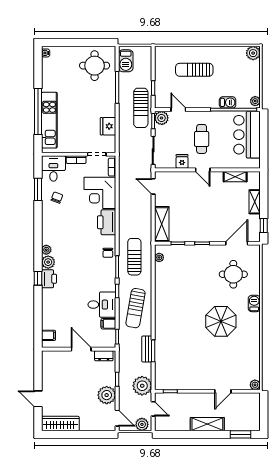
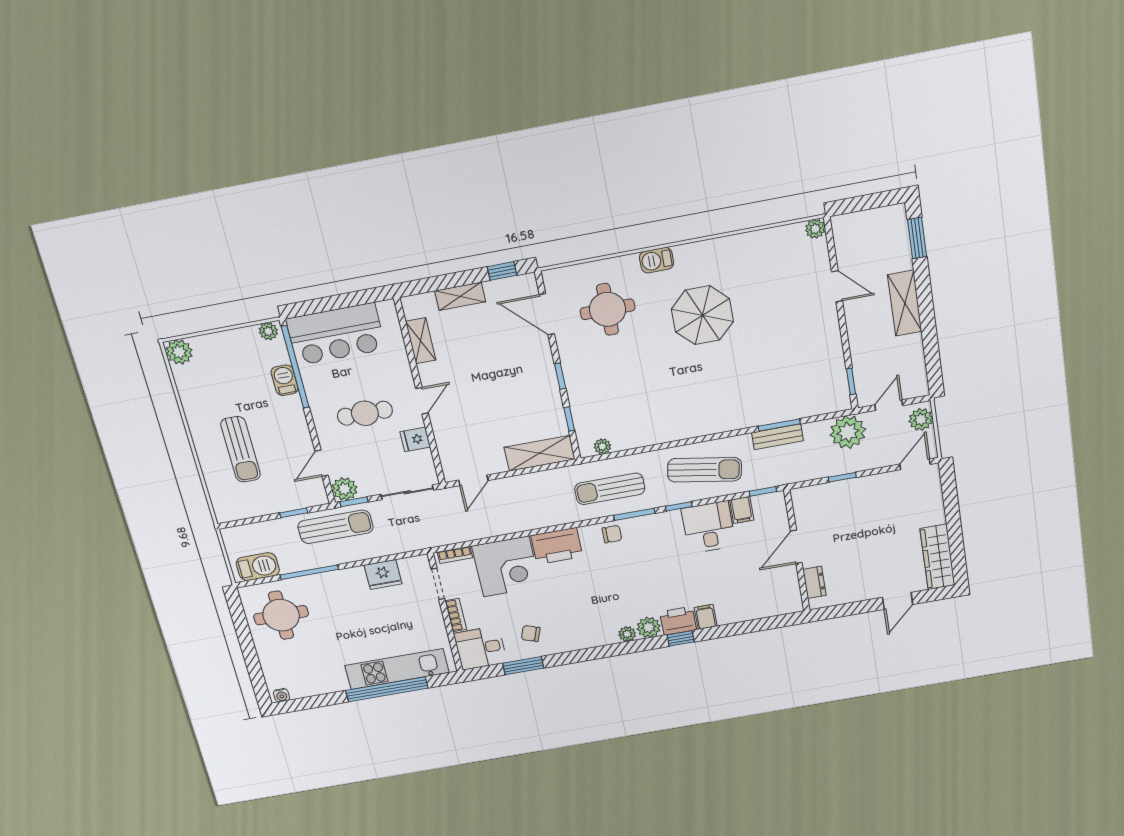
filing cabinet: (48, 335) -> (706, 617), moved
dresser: (104, 356) -> (814, 582), moved
plant: (107, 395) -> (874, 490), removed

